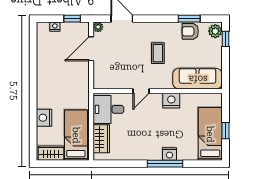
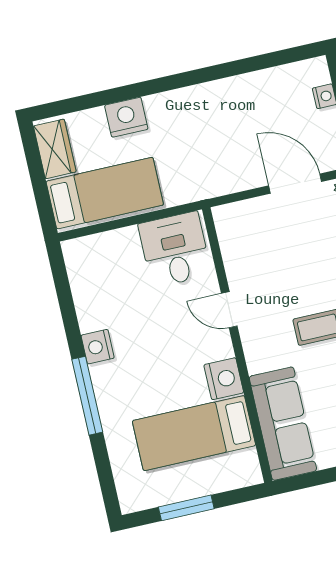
window: (225, 131) -> (186, 508), width x1.50
bed: (210, 134) -> (194, 433), moved, turned 180
wardrobe: (101, 139) -> (109, 248), removed
nightstand: (169, 154) -> (98, 347), moved

